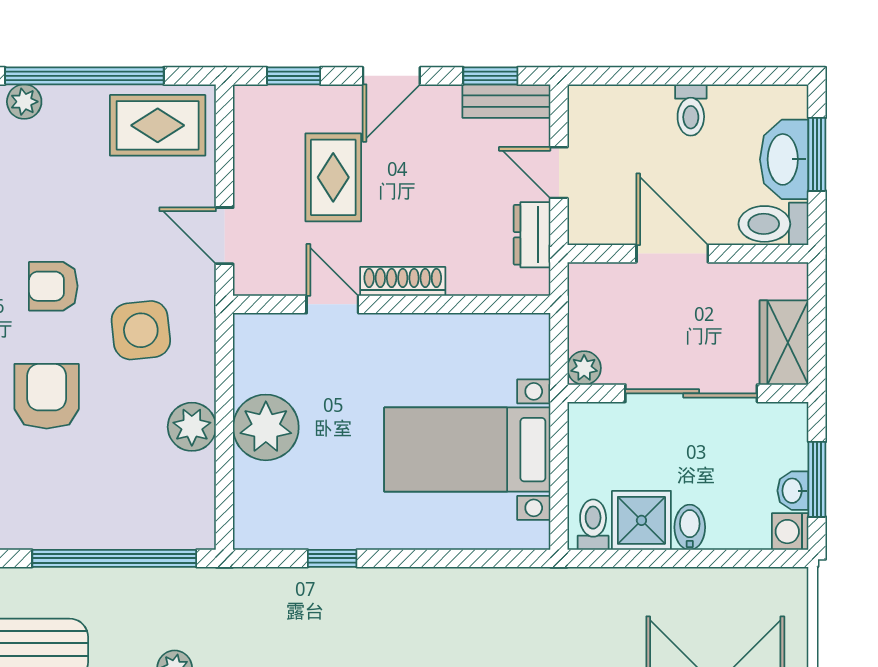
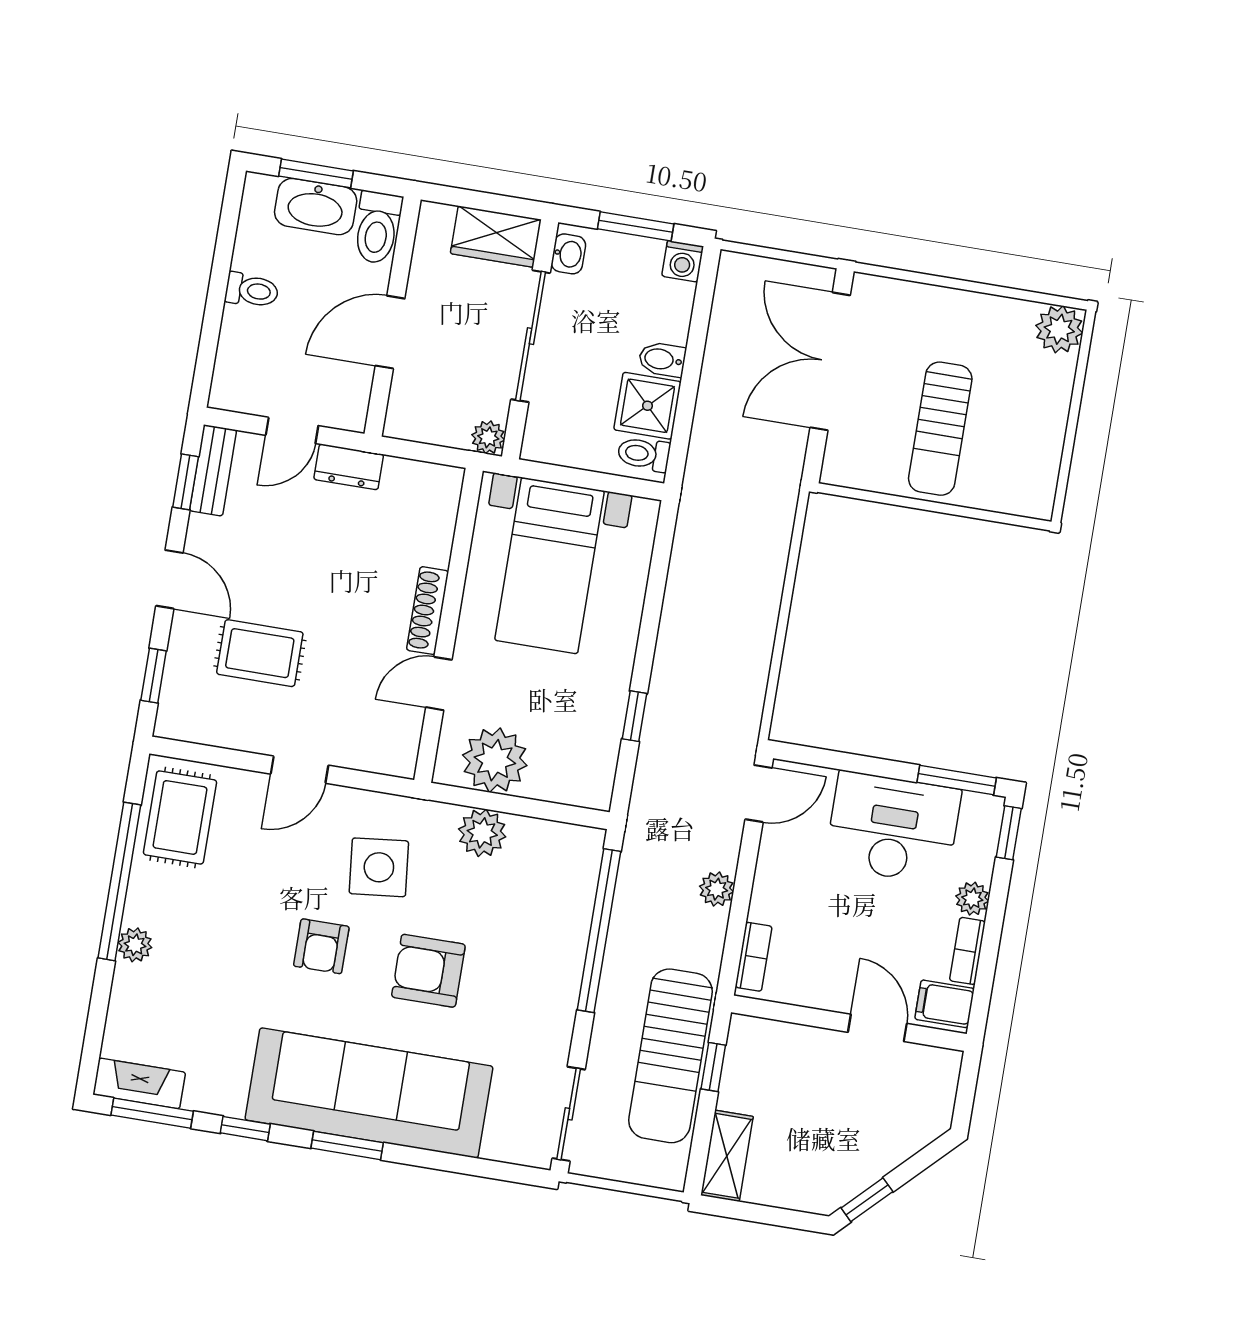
shoe rack: (403, 281) -> (428, 611), moved
door: (332, 304) -> (439, 684), moved
wall: (392, 304) -> (448, 625), moved
washbasin: (793, 491) -> (568, 254), moved, turned -90

